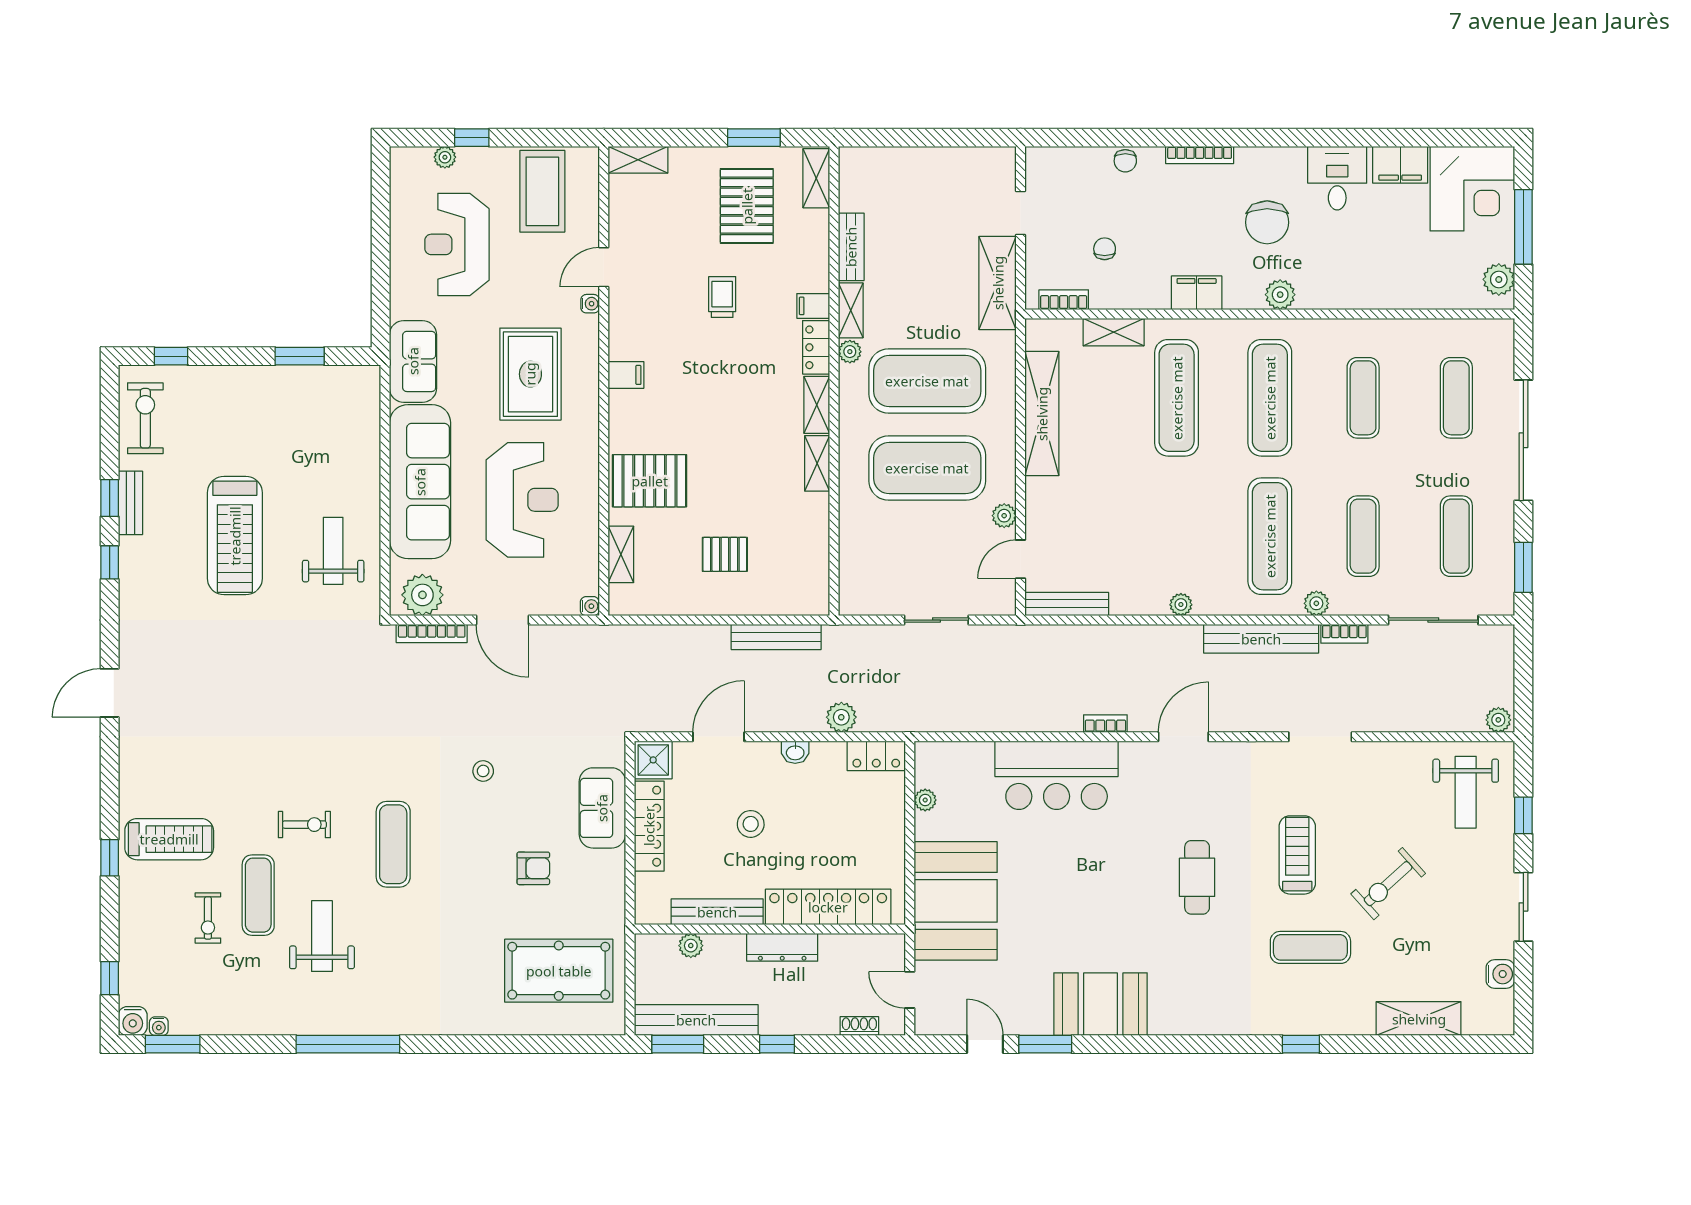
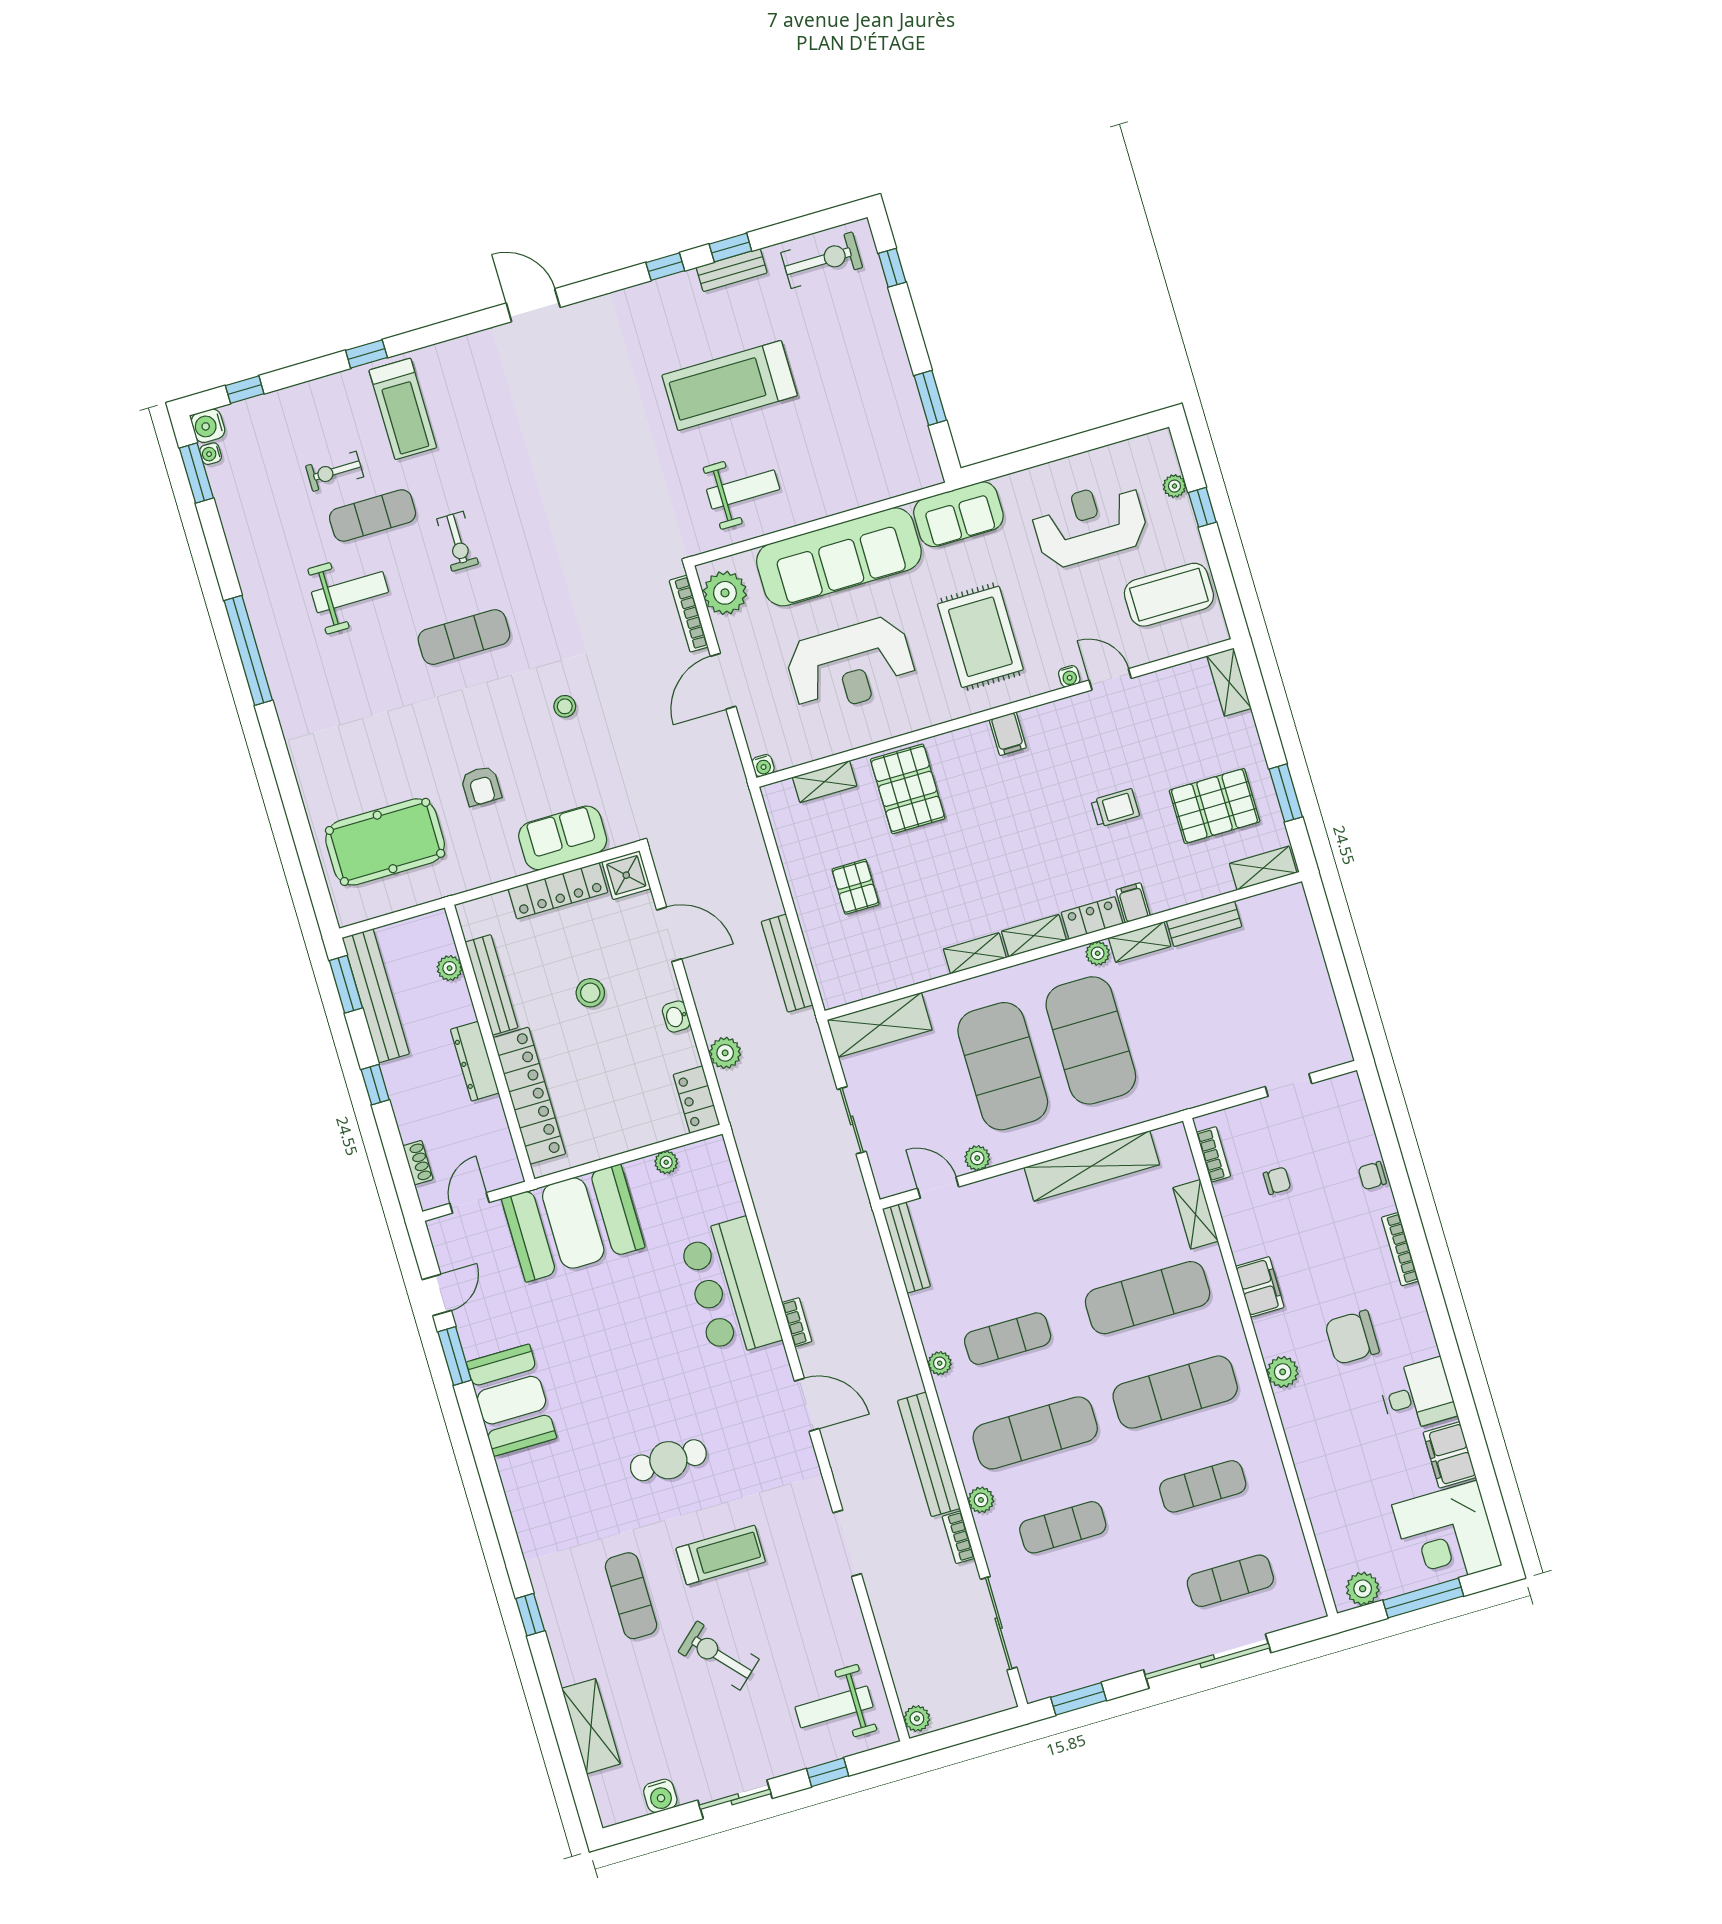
shelving: (998, 283) -> (880, 1025), moved
rug: (530, 374) -> (980, 637), turned 90
exercise mat: (1456, 536) -> (1008, 1339), moved
pool table: (559, 971) -> (385, 842), turned 90

